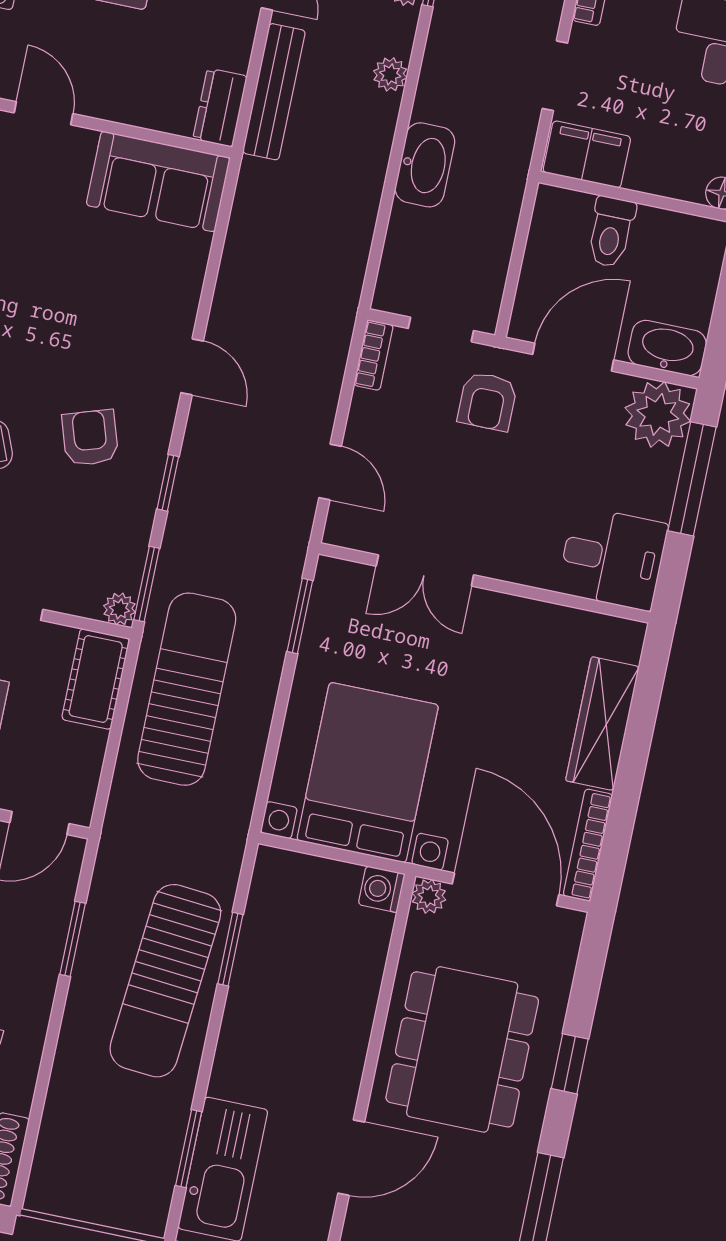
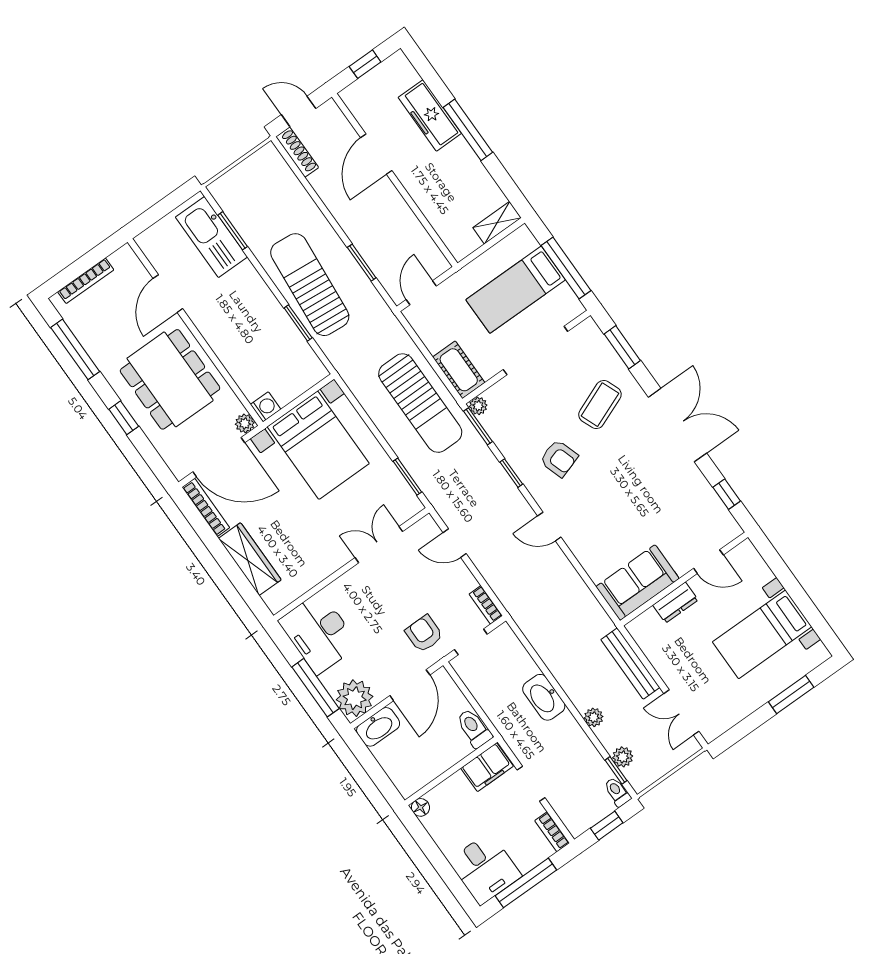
dresser: (220, 108) -> (675, 603), moved, turned 90
toilet: (611, 232) -> (474, 728), moved
desk: (612, 558) -> (319, 633), width x1.37

